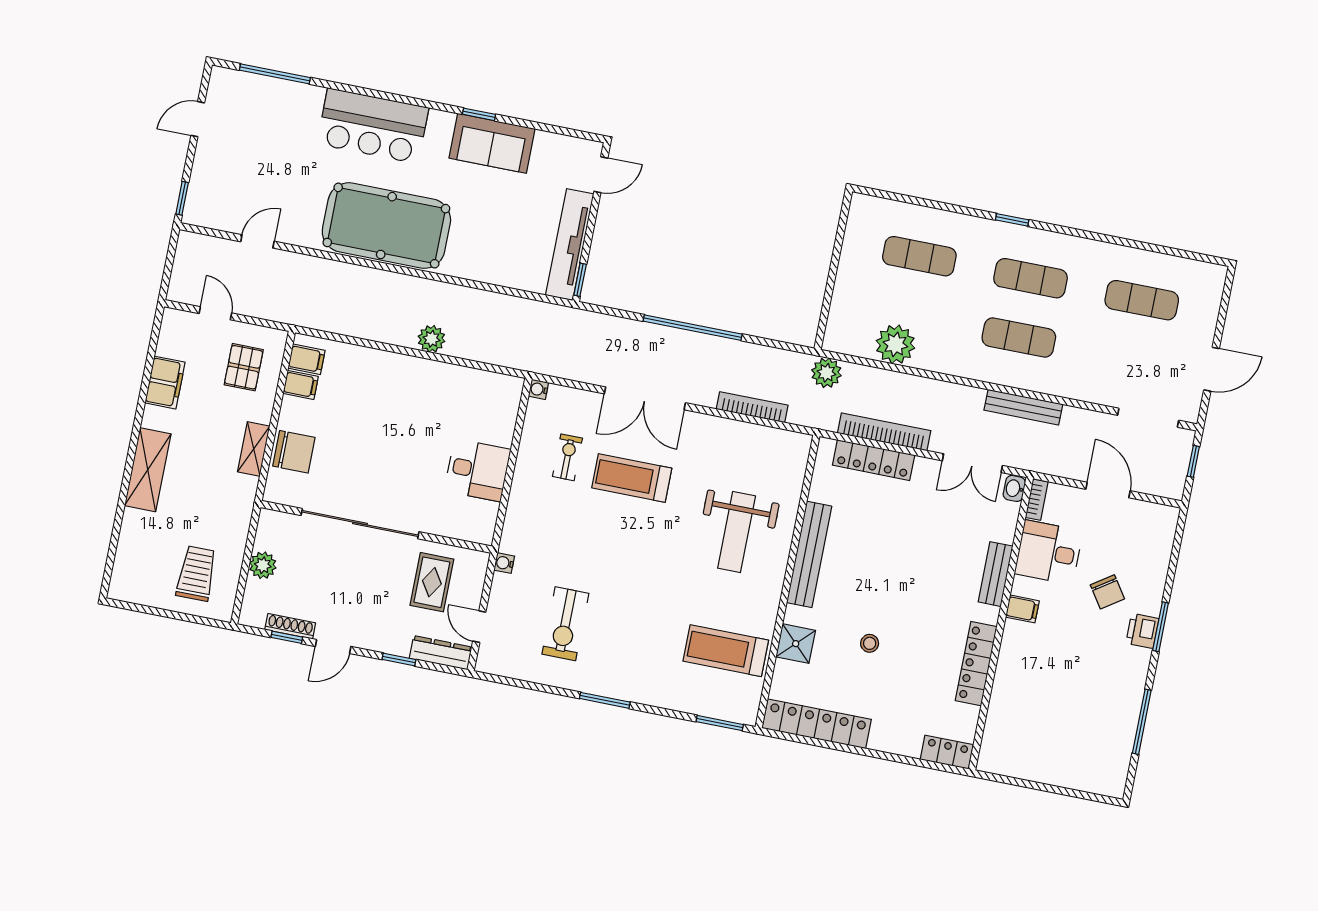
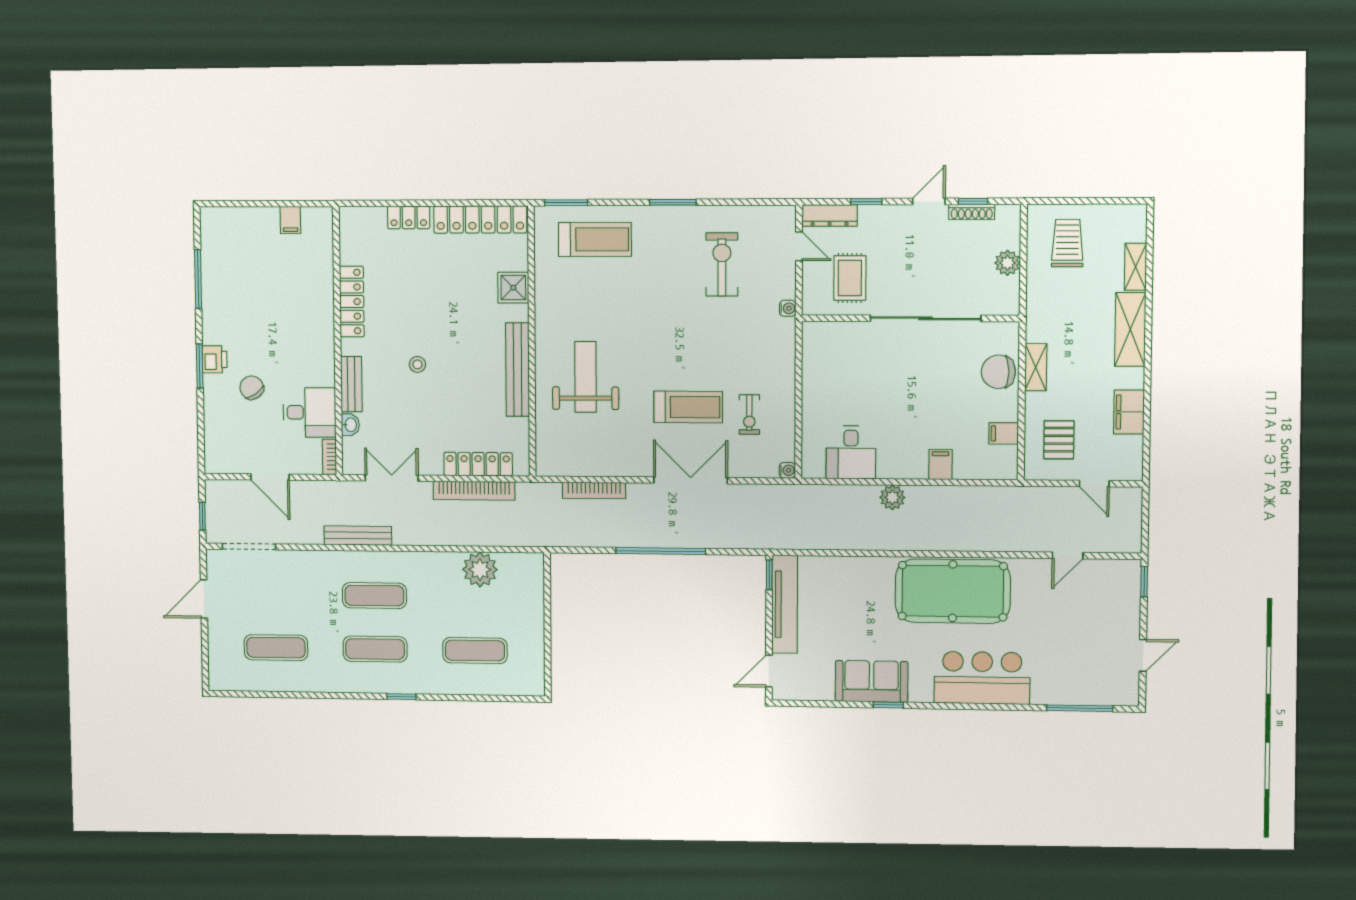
filing cabinet: (307, 359) -> (940, 464), moved, turned 90
plant: (826, 373) -> (535, 533), removed
desk: (478, 470) -> (851, 452), moved, turned -90
washbasin: (1014, 488) -> (350, 425), moved
shelving: (130, 535) -> (1136, 267), added
trolley: (196, 574) -> (1067, 243), turned 180
filing cabinet: (1022, 609) -> (290, 220), moved, turned -90
stool: (870, 643) -> (417, 364), moved
treadmill: (726, 651) -> (595, 239), moved
locker: (947, 752) -> (409, 217), moved

